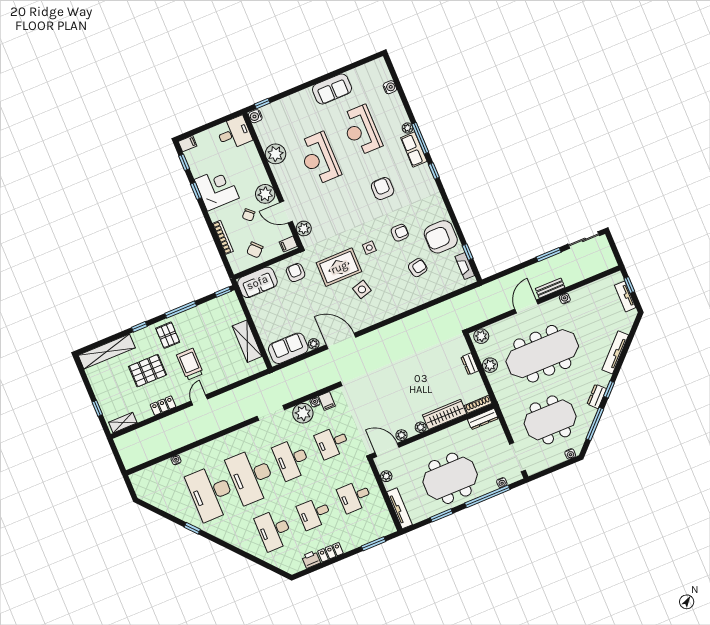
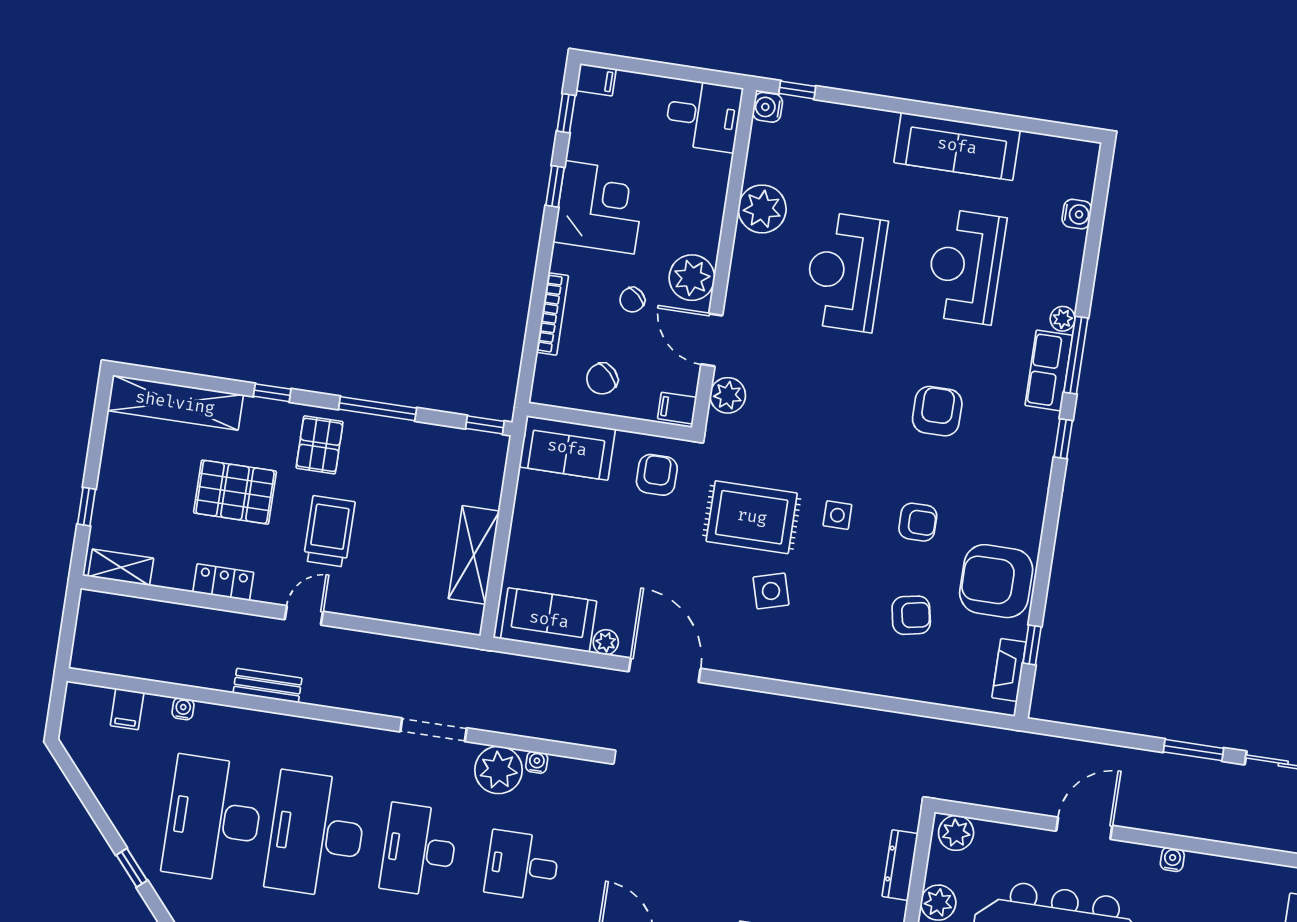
sofa: (332, 89) -> (957, 146), width x1.36
bench: (550, 288) -> (267, 686), moved
dresser: (470, 364) -> (900, 865), width x1.44
filing cabinet: (327, 401) -> (127, 709), moved

